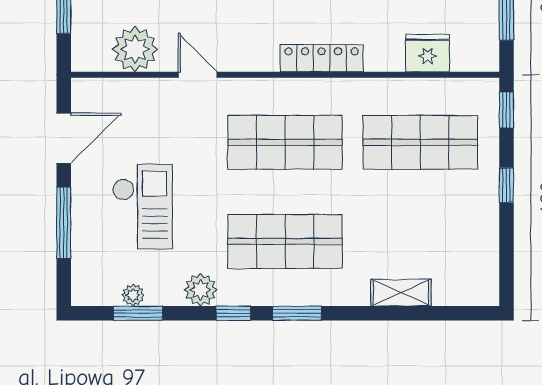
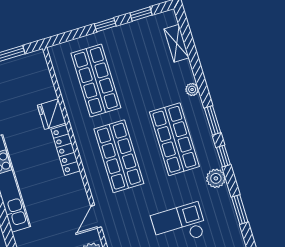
fridge: (428, 53) -> (52, 114), moved
window: (506, 110) -> (141, 14), moved
shelving: (401, 293) -> (177, 43), moved
plant: (133, 295) -> (192, 89), moved

